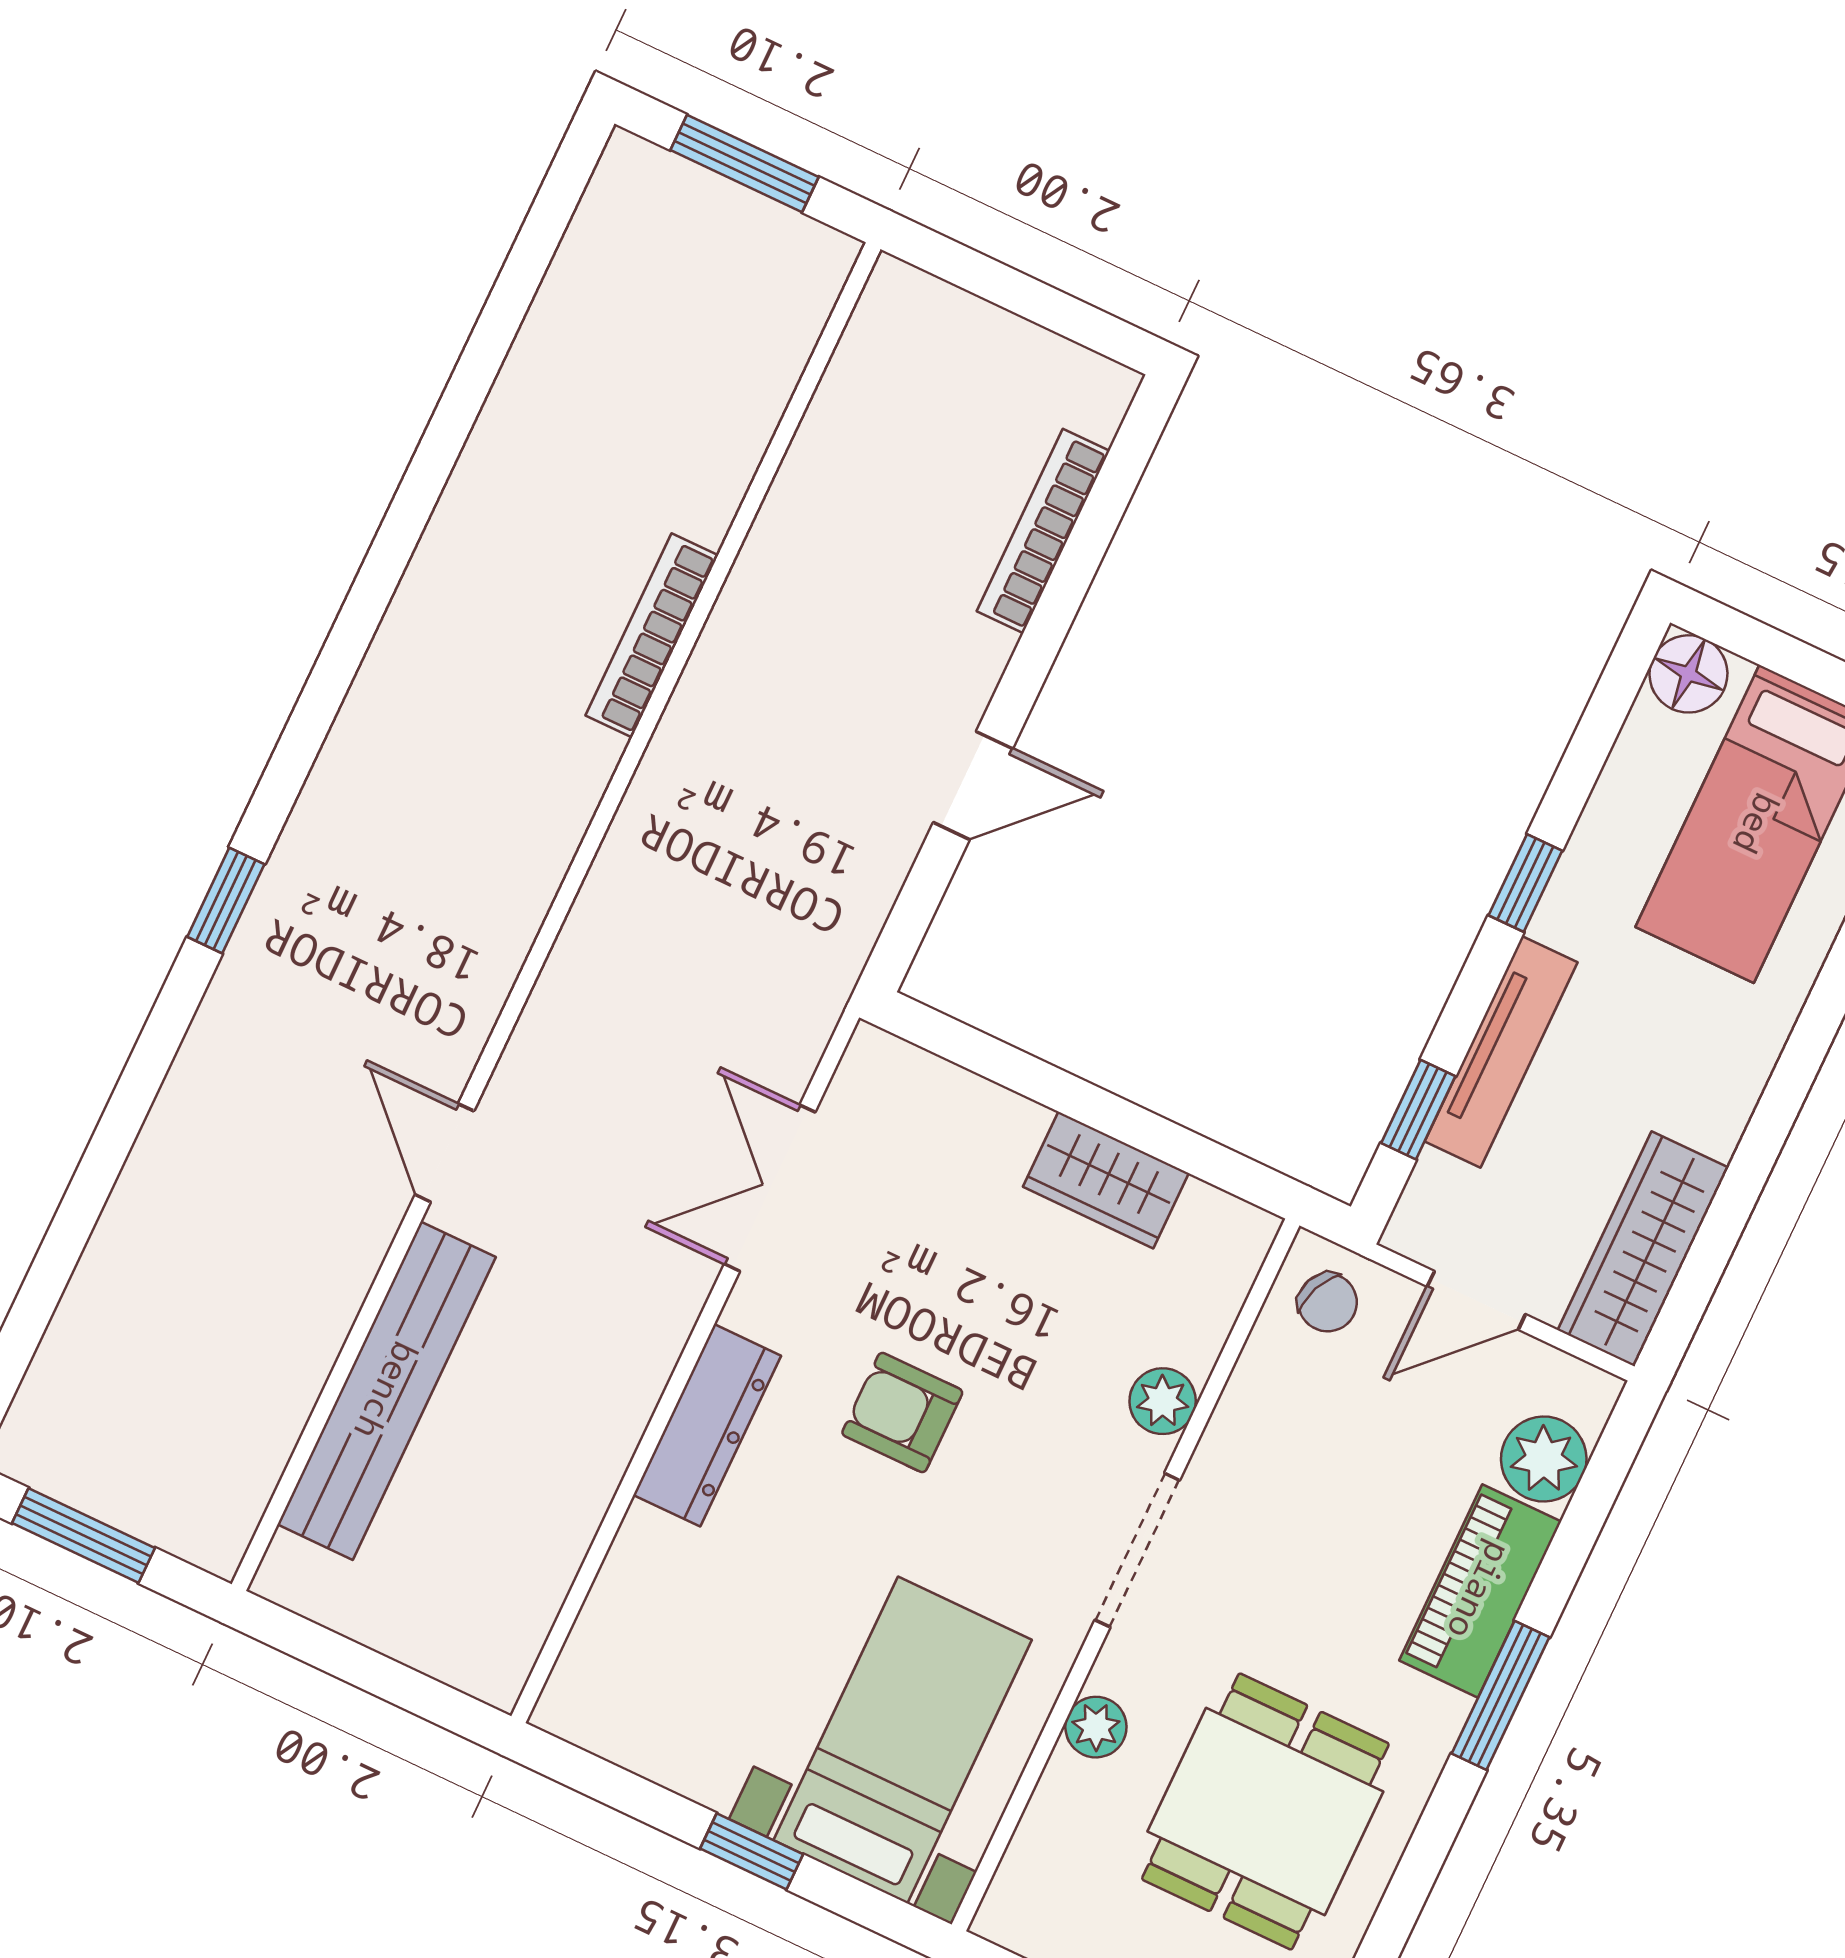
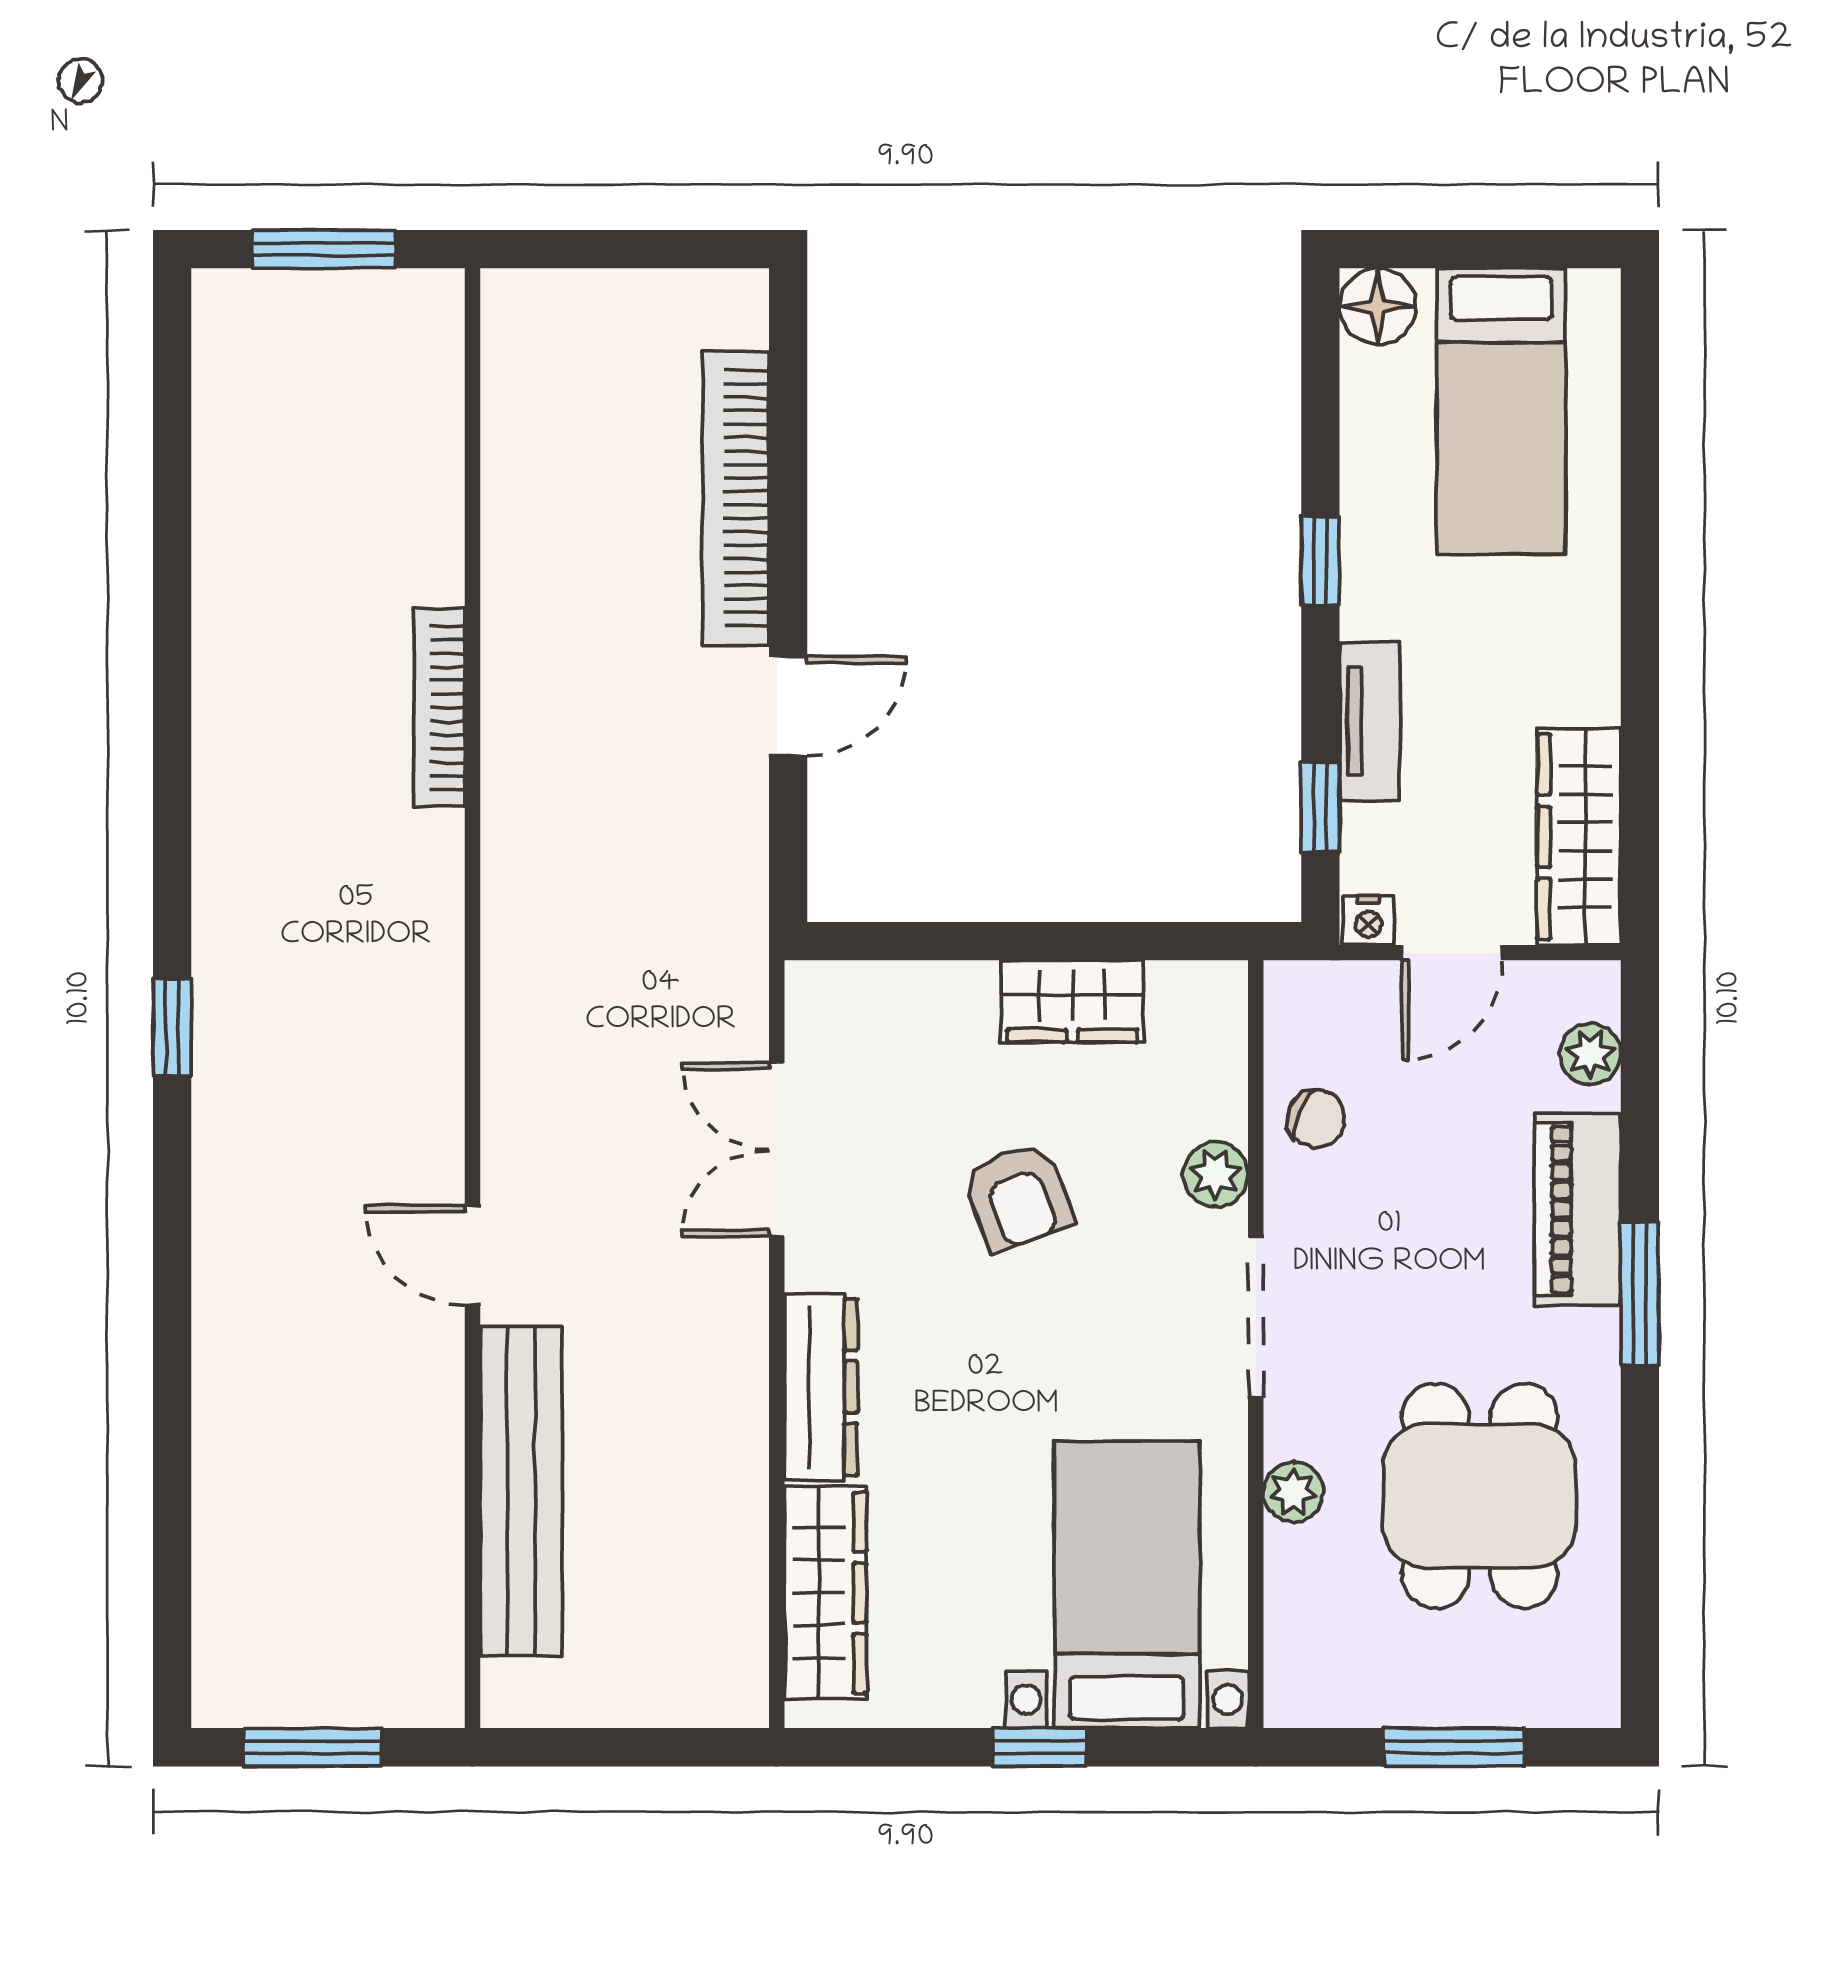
bookcase: (1043, 531) -> (736, 498), width x1.48, depth x1.31
window: (226, 901) -> (172, 1028), moved
tv unit: (1501, 1052) -> (1370, 721), width x0.71
nightstand: (1413, 1234) -> (1369, 921), added
chair: (1328, 1302) -> (1316, 1119), moved
armchair: (902, 1412) -> (1018, 1197), moved, turned -110
plant: (1544, 1459) -> (1590, 1054), width x0.73, depth x0.73
wardrobe: (622, 1616) -> (825, 1593), added

